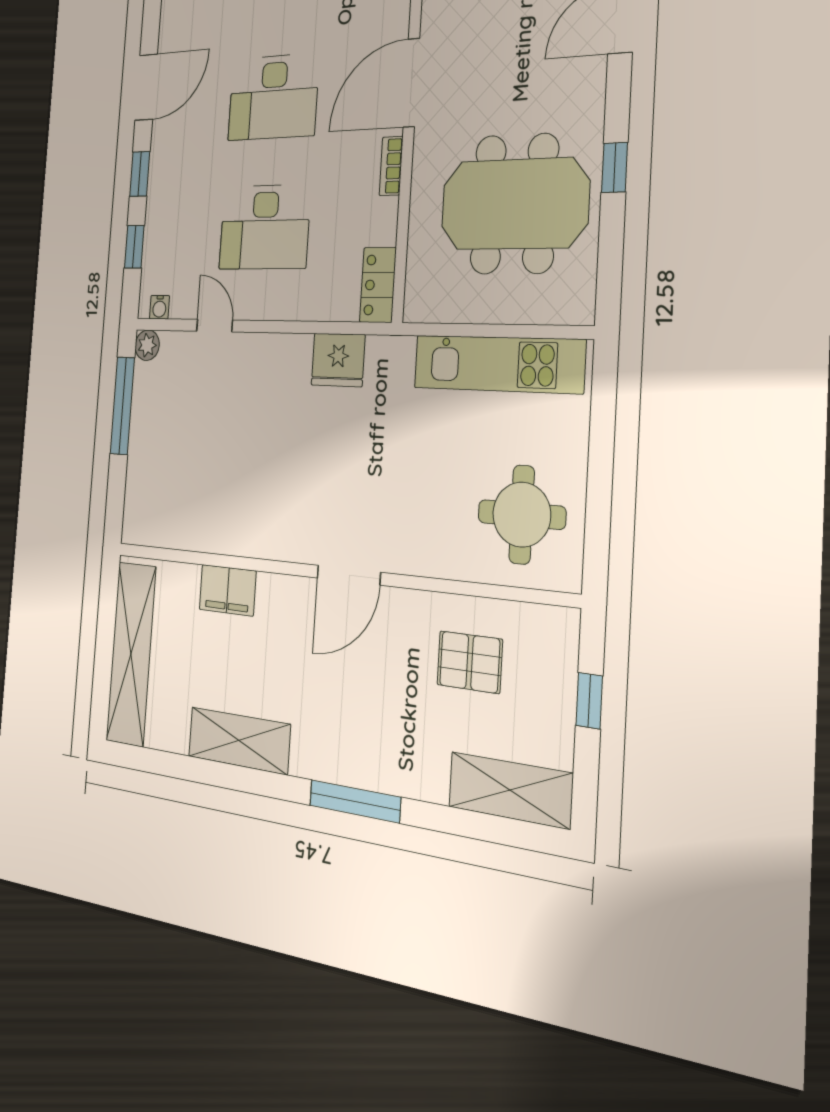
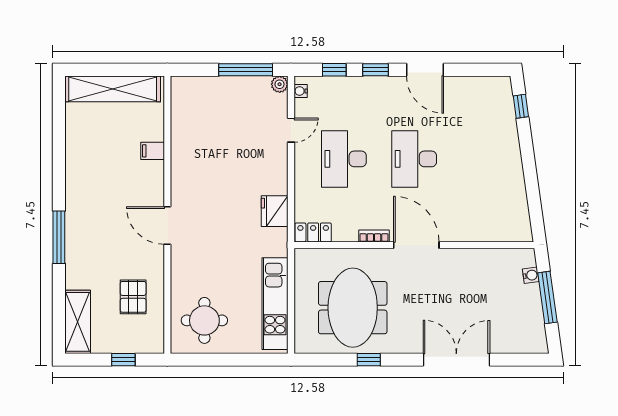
filing cabinet: (228, 590) -> (153, 151), width x0.50
shelving: (239, 740) -> (78, 165), removed

